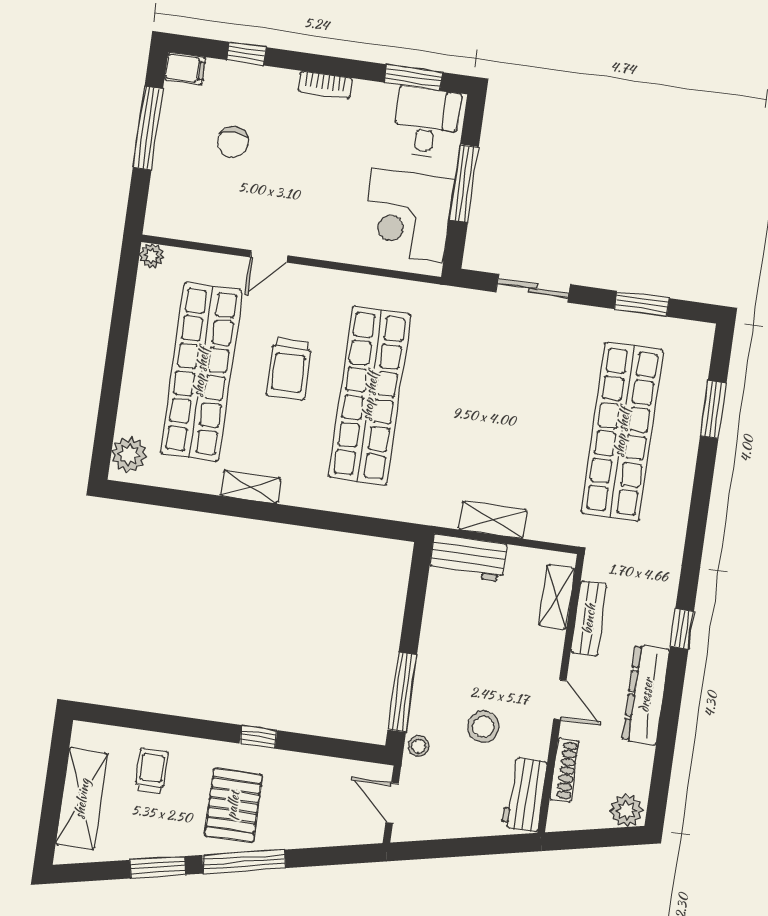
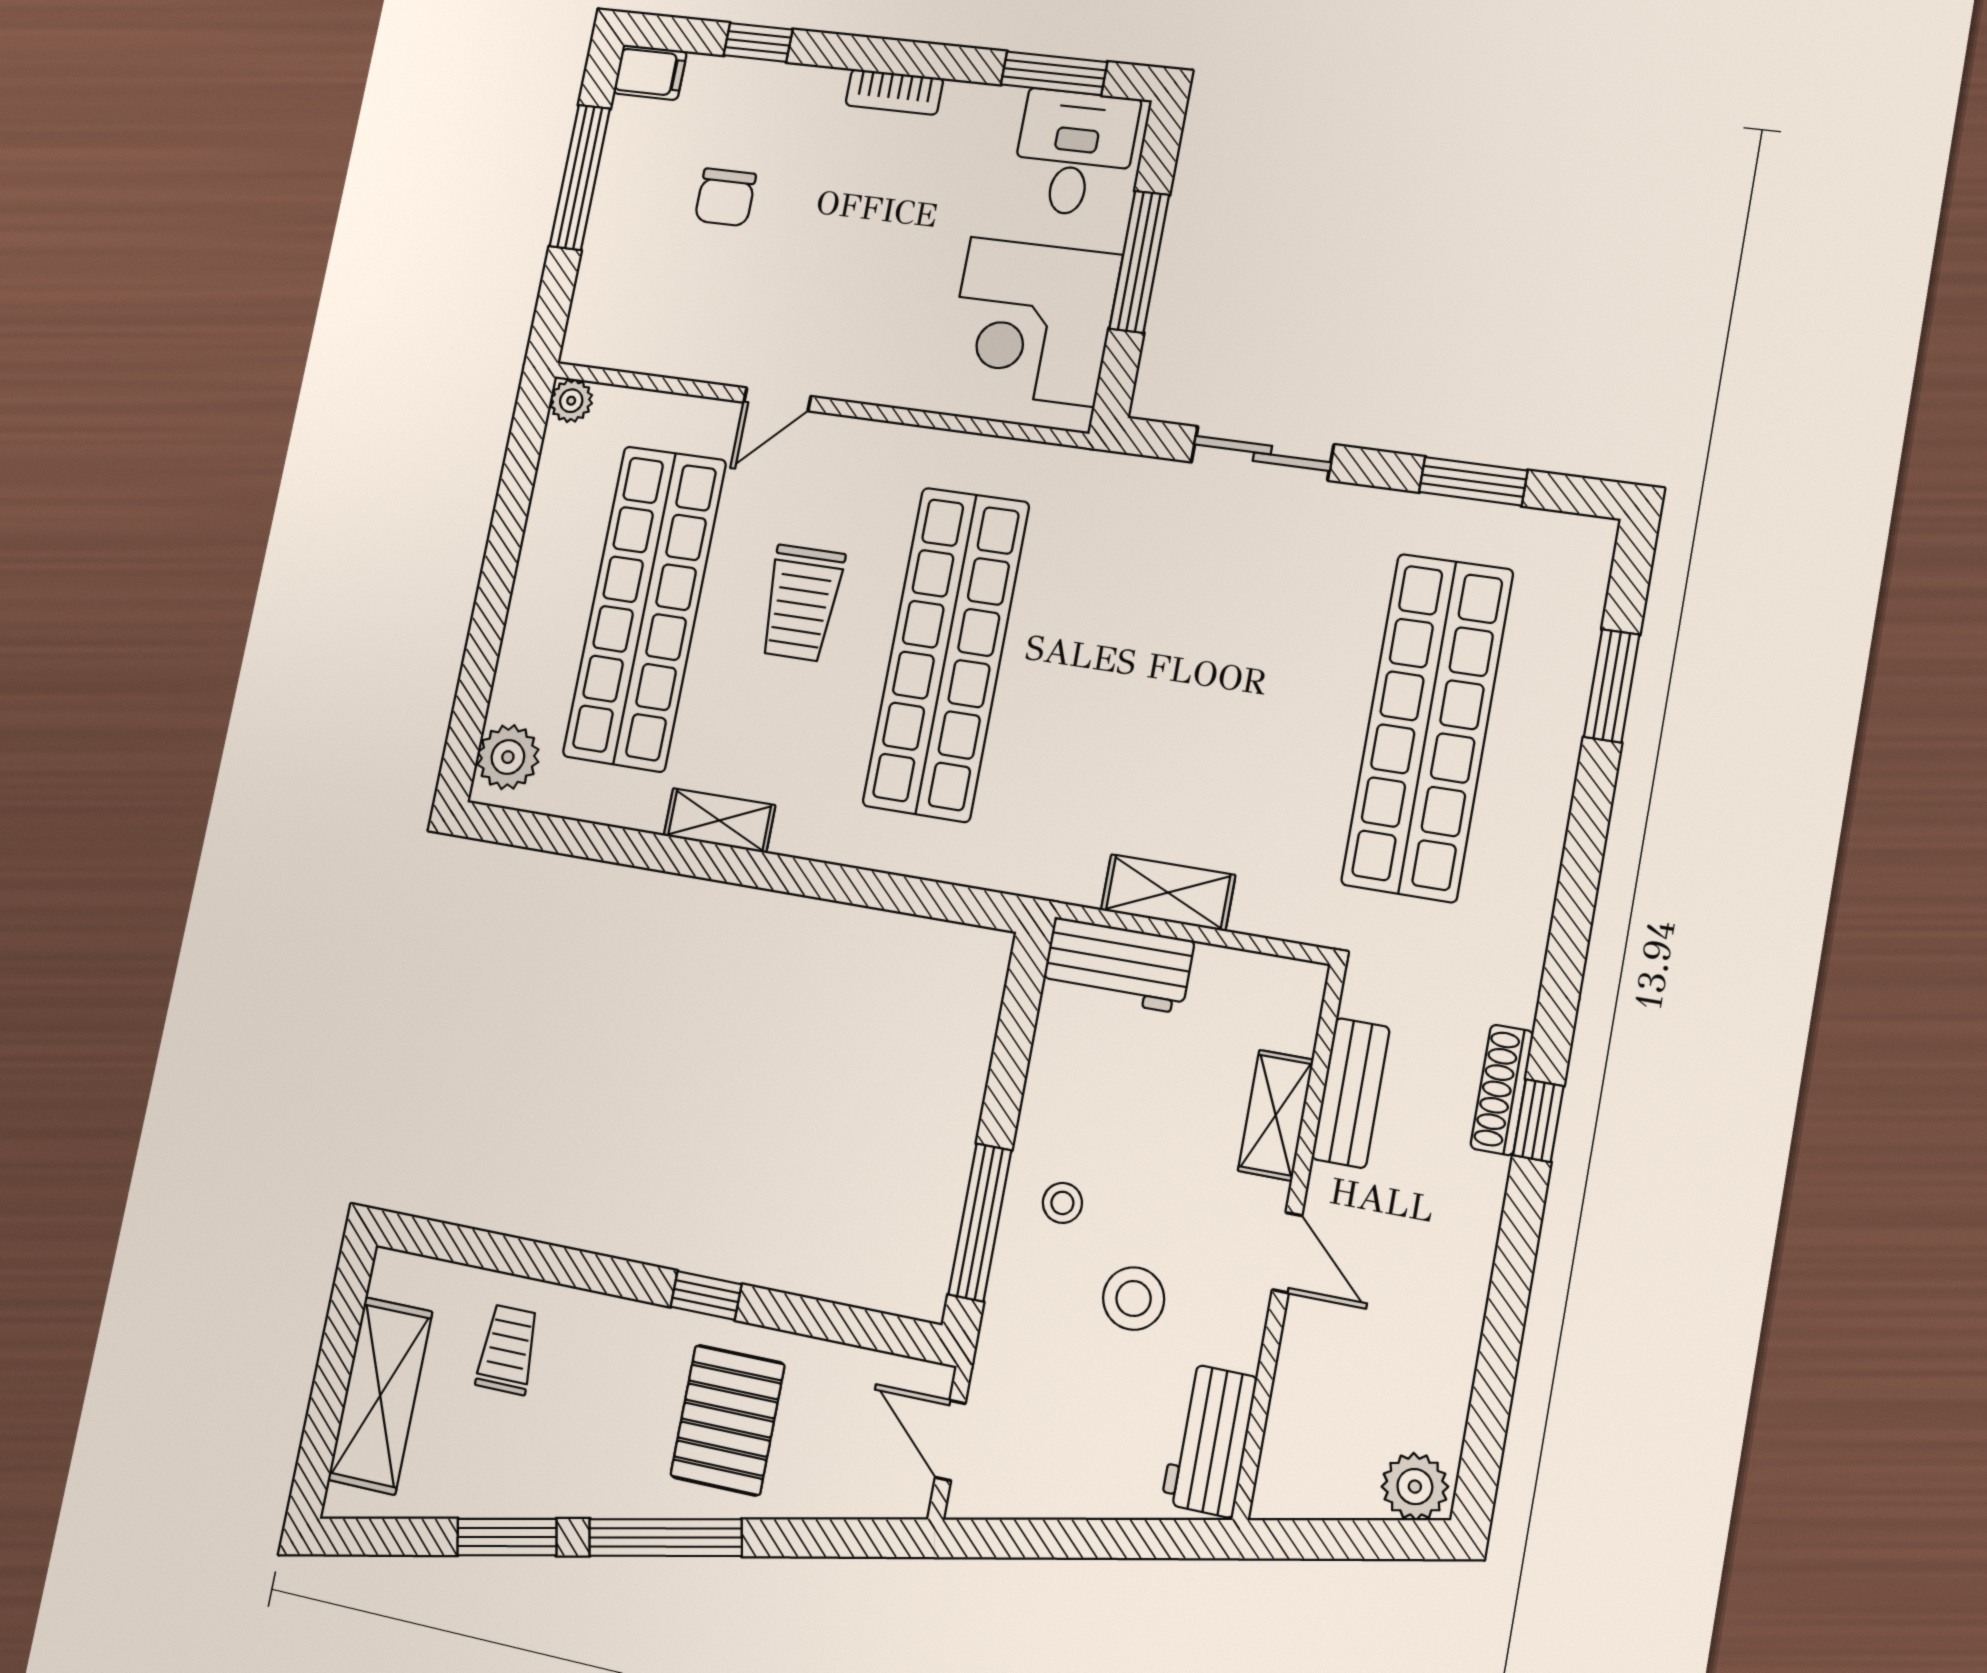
shelving: (557, 597) -> (1276, 1115), moved
dresser: (646, 695) -> (1461, 1251), removed
stool: (419, 746) -> (1062, 1203), moved
shoe rack: (564, 770) -> (1502, 1090), moved, turned 180
pallet: (233, 805) -> (728, 1420), moved

